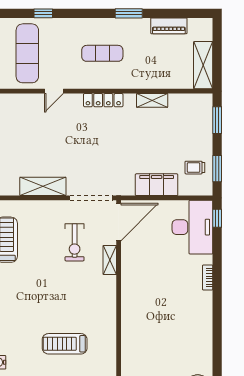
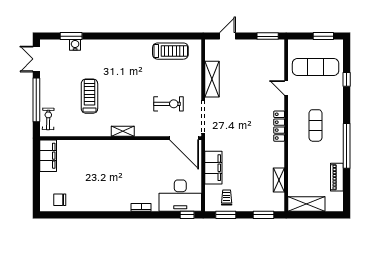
window: (129, 13) -> (347, 146), width x2.11
shelving: (152, 100) -> (279, 180), moved
exercise bike: (75, 242) -> (168, 104), turned 180
shelving: (110, 260) -> (123, 131), moved

